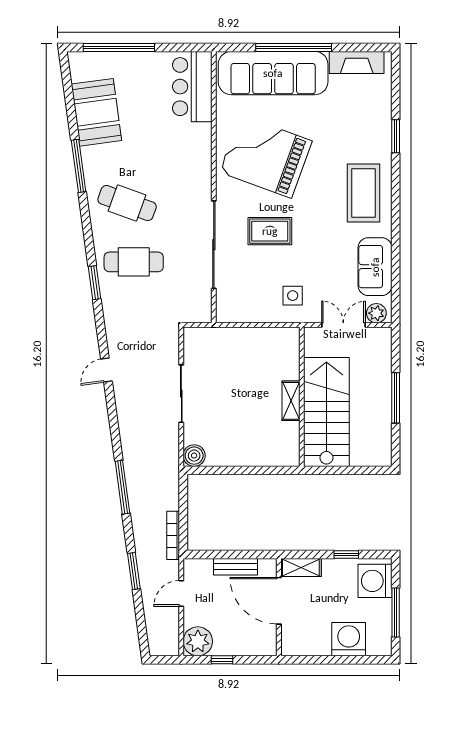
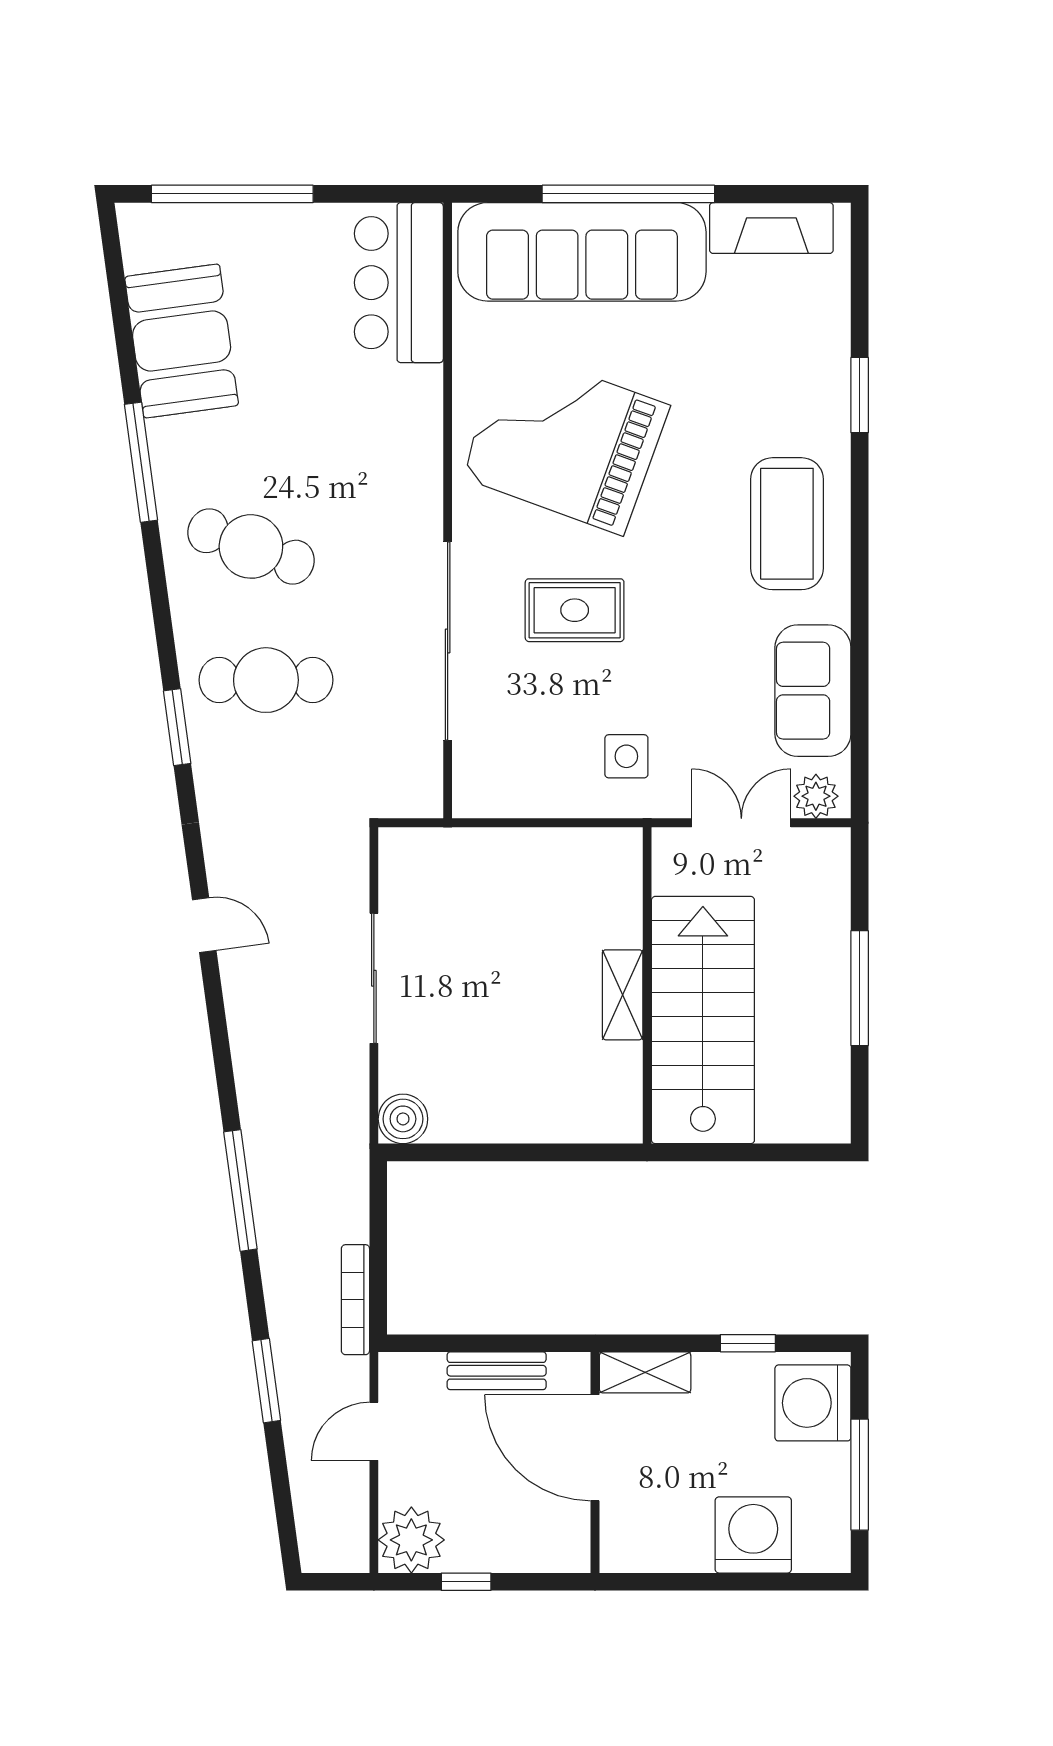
door: (106, 370) -> (204, 925), swing flipped

